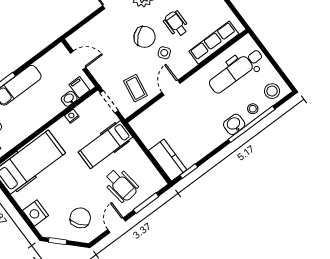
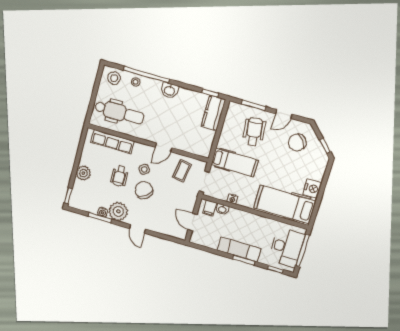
washbasin: (234, 124) -> (170, 90), moved
nightstand: (36, 213) -> (312, 188), moved

